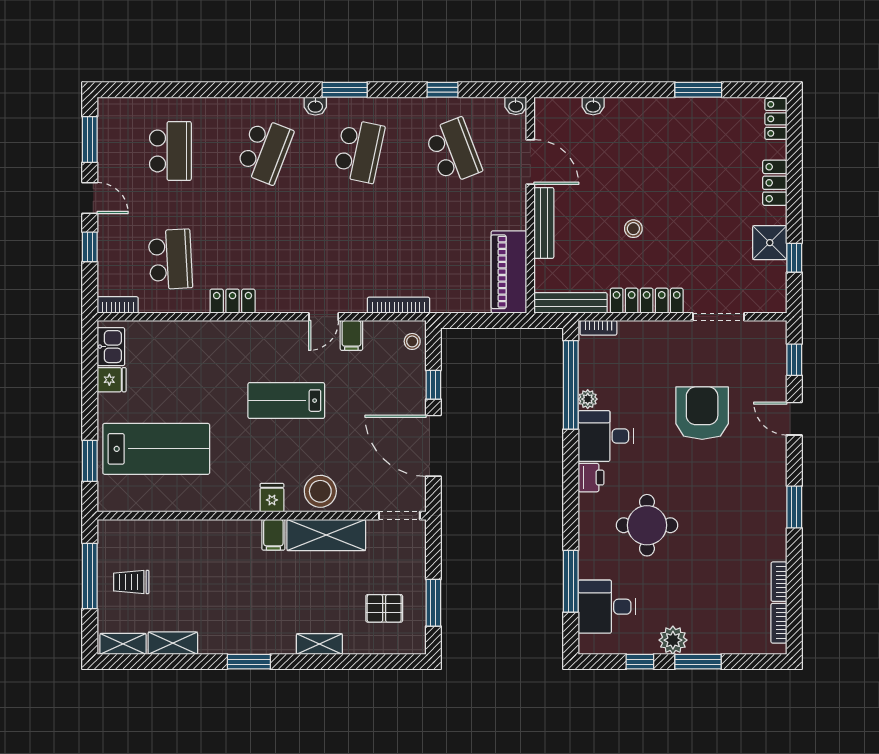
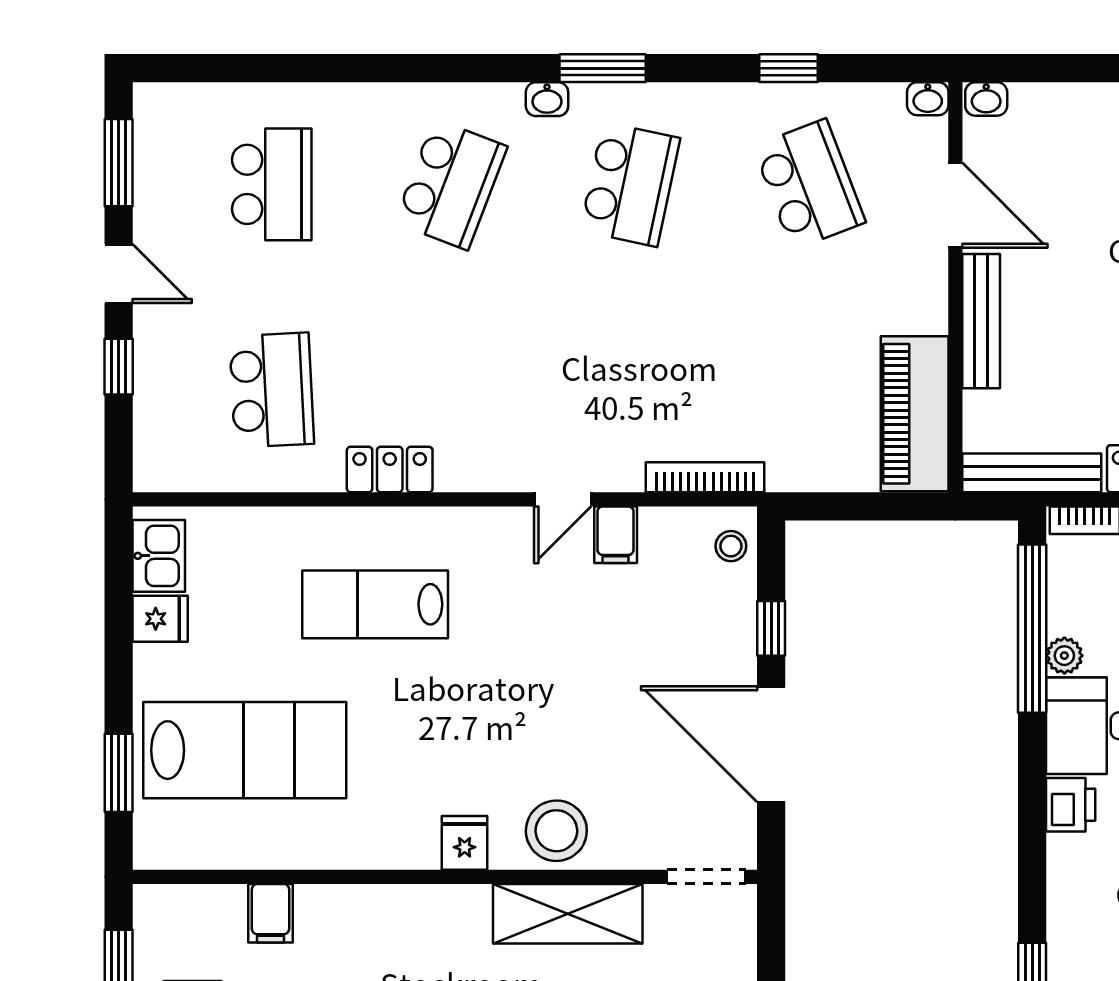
washbasin: (593, 106) -> (986, 99), moved
bookcase: (118, 305) -> (172, 477), removed
lab bench: (286, 401) -> (375, 604), moved
filing cabinet: (273, 535) -> (270, 913), moved

